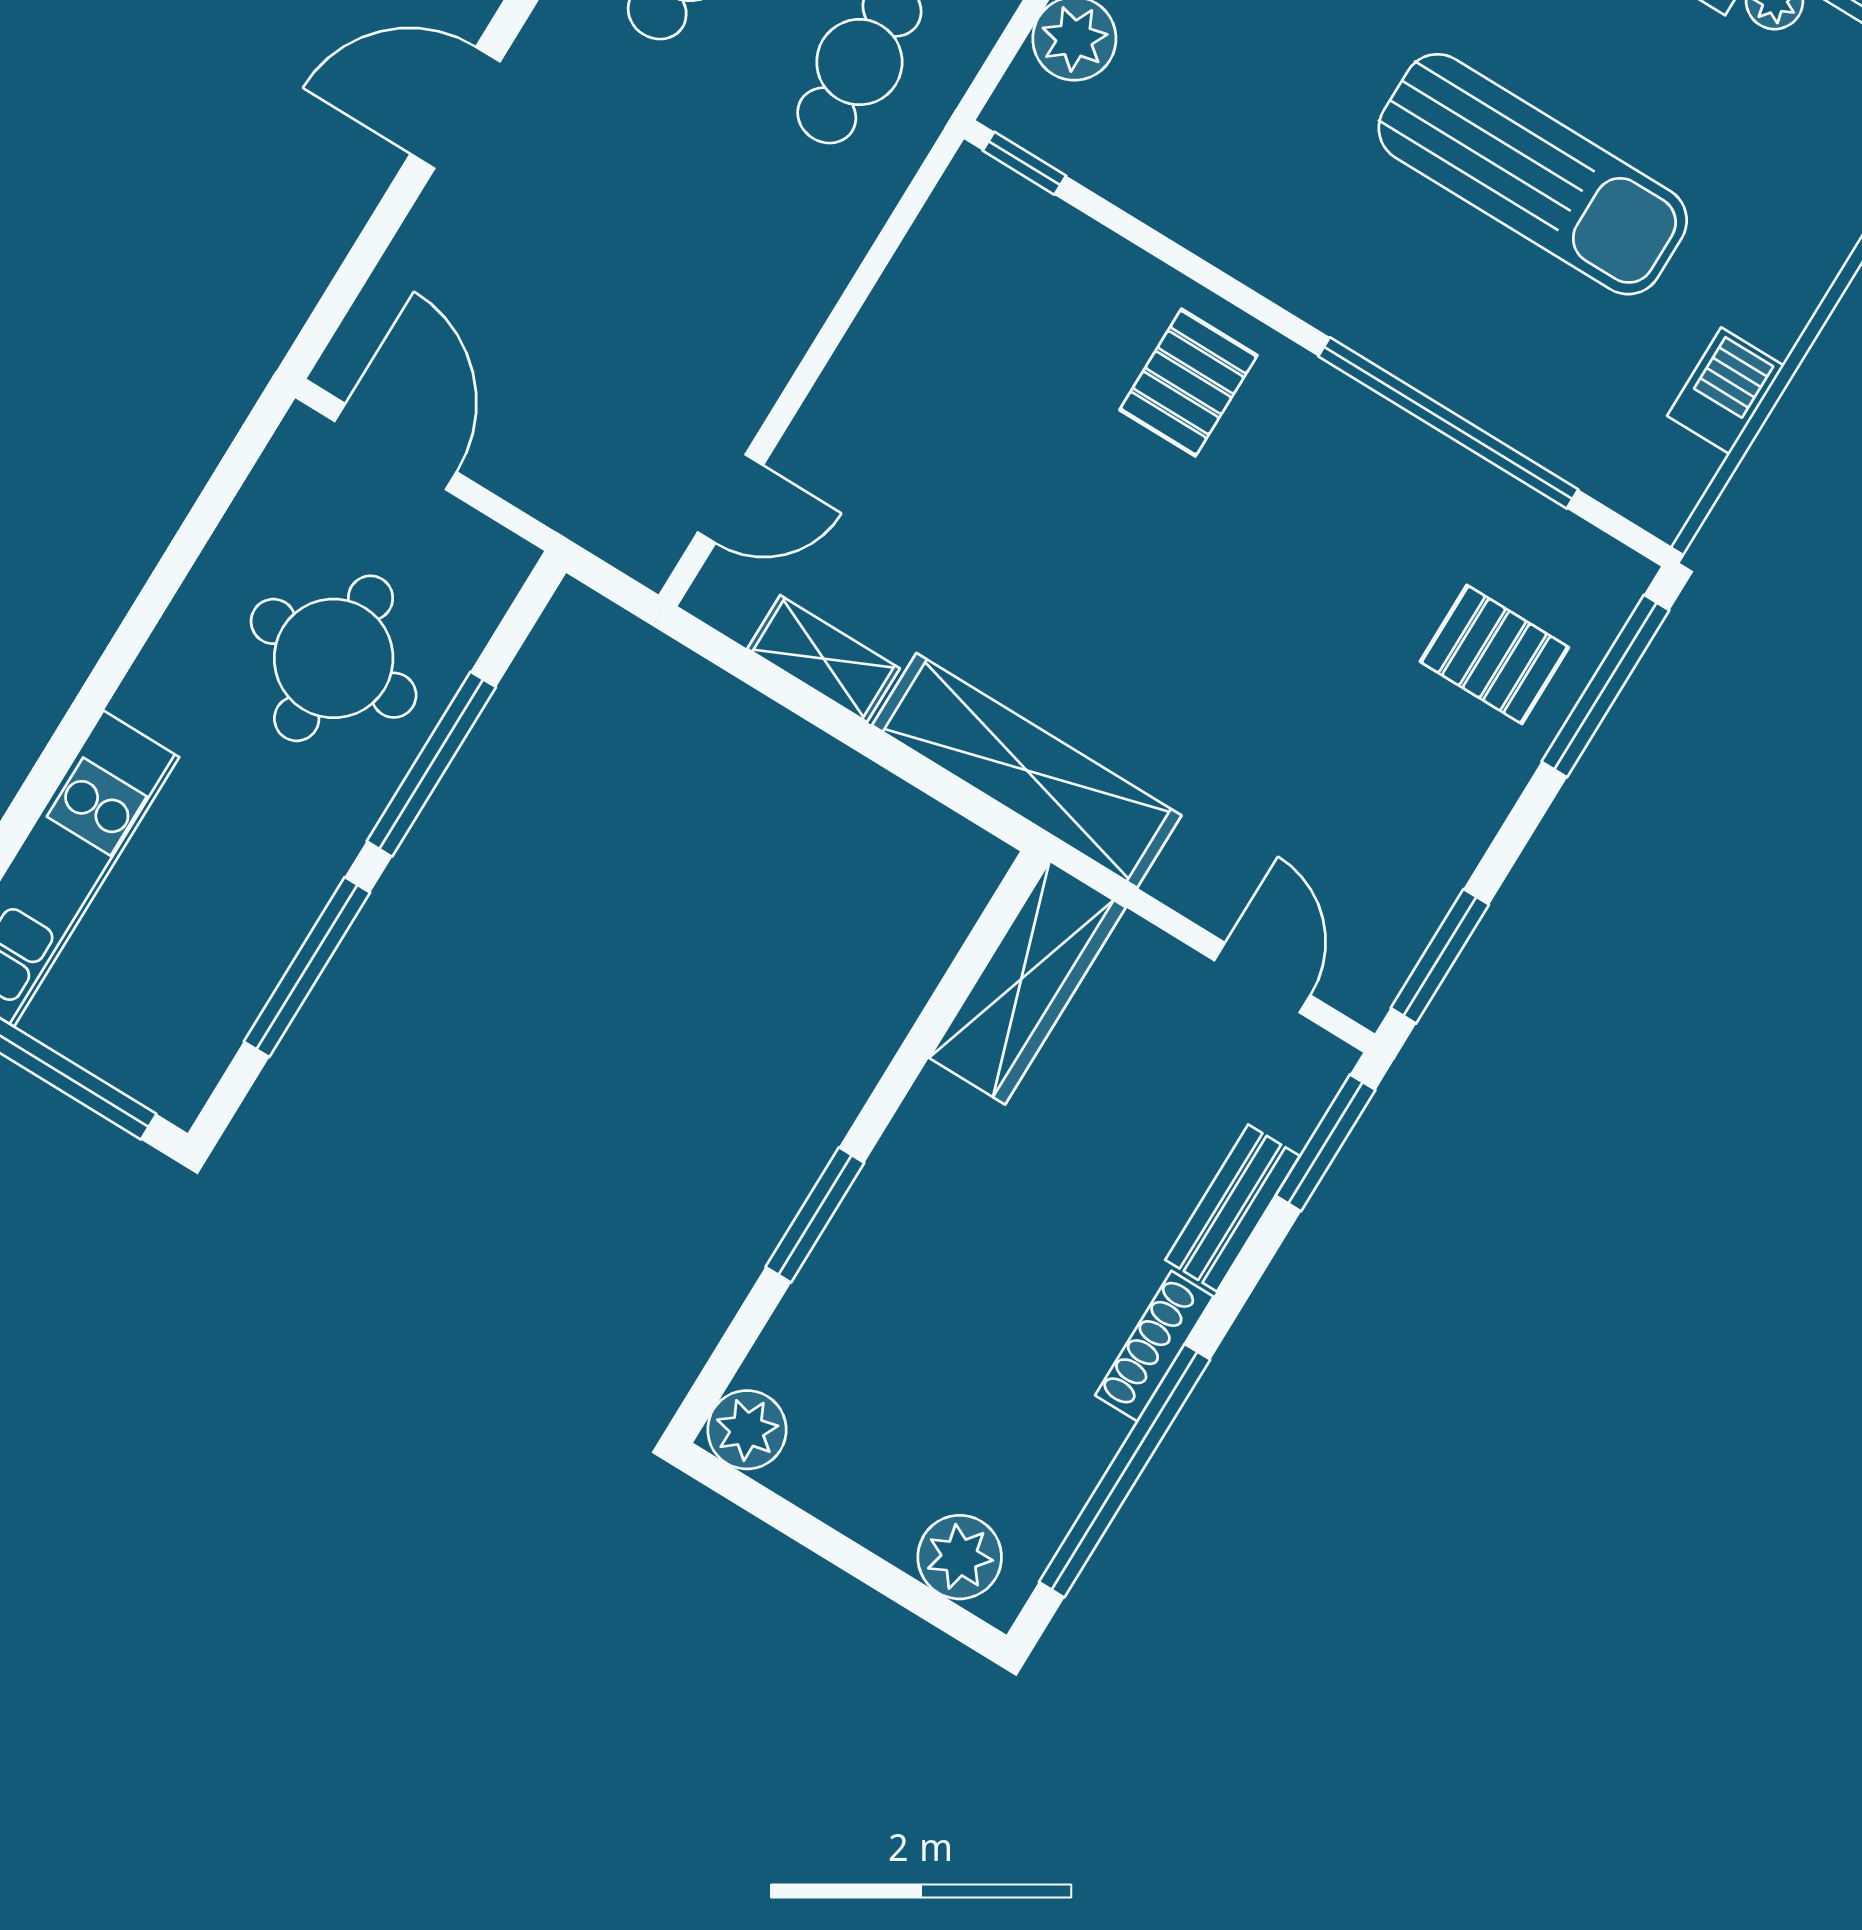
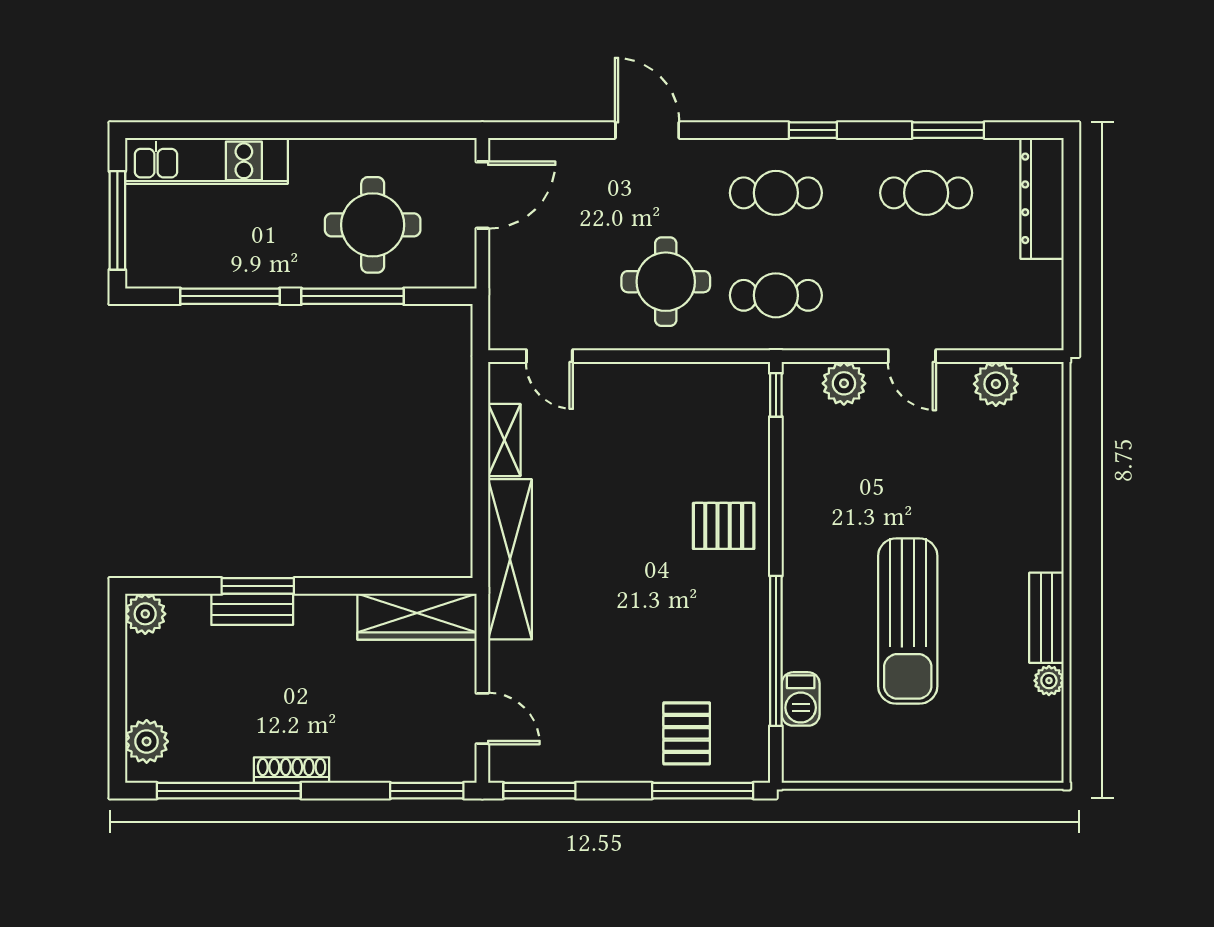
round table: (725, 231) -> (666, 282), added
barbecue: (1726, 391) -> (801, 699), moved, turned 90
door: (1262, 978) -> (482, 718), hinge flipped
bench: (1232, 1208) -> (252, 609), moved

